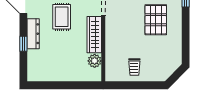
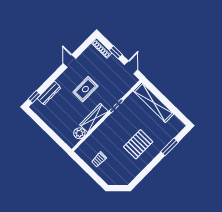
dresser: (33, 34) -> (49, 93), moved
window: (23, 44) -> (34, 97), moved

